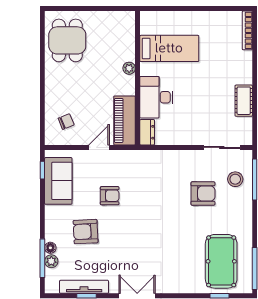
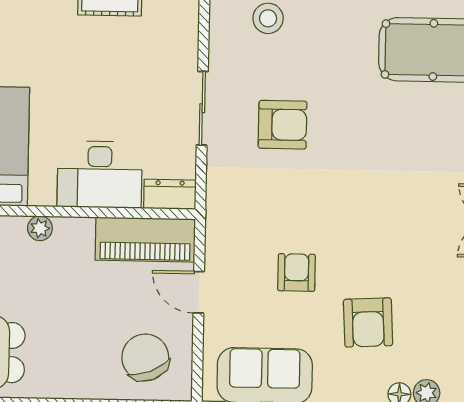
chair: (66, 122) -> (145, 357), width x1.87, depth x1.87
sliding door: (222, 147) -> (202, 108), moved
armchair: (203, 194) -> (283, 125), moved, turned 90

